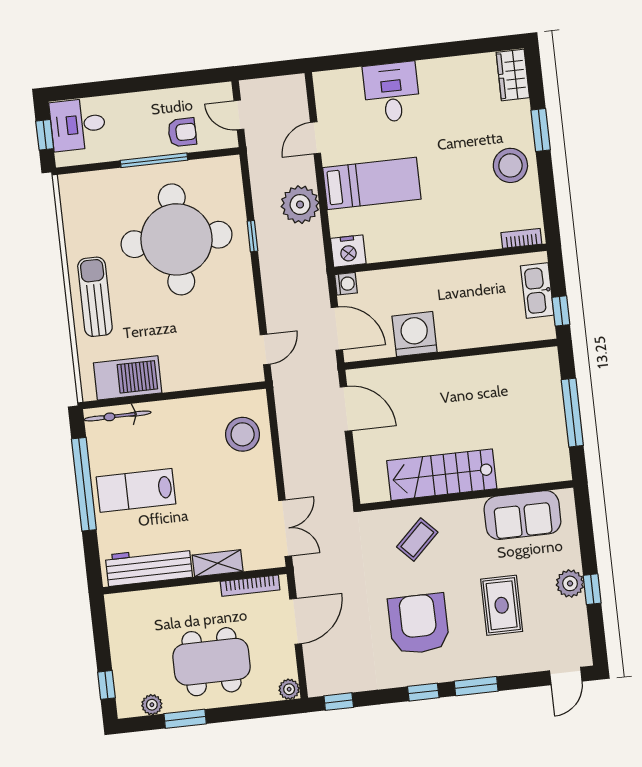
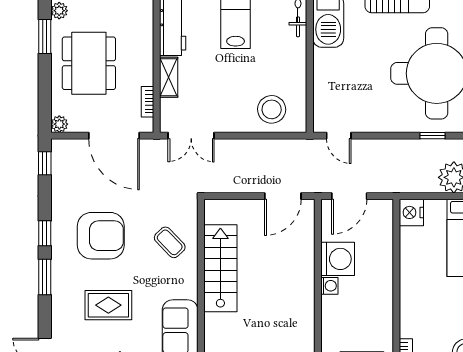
washing machine: (346, 284) -> (329, 286), moved, turned -90
bookcase: (250, 586) -> (147, 102), width x0.64
door: (296, 621) -> (114, 136), width x1.36

